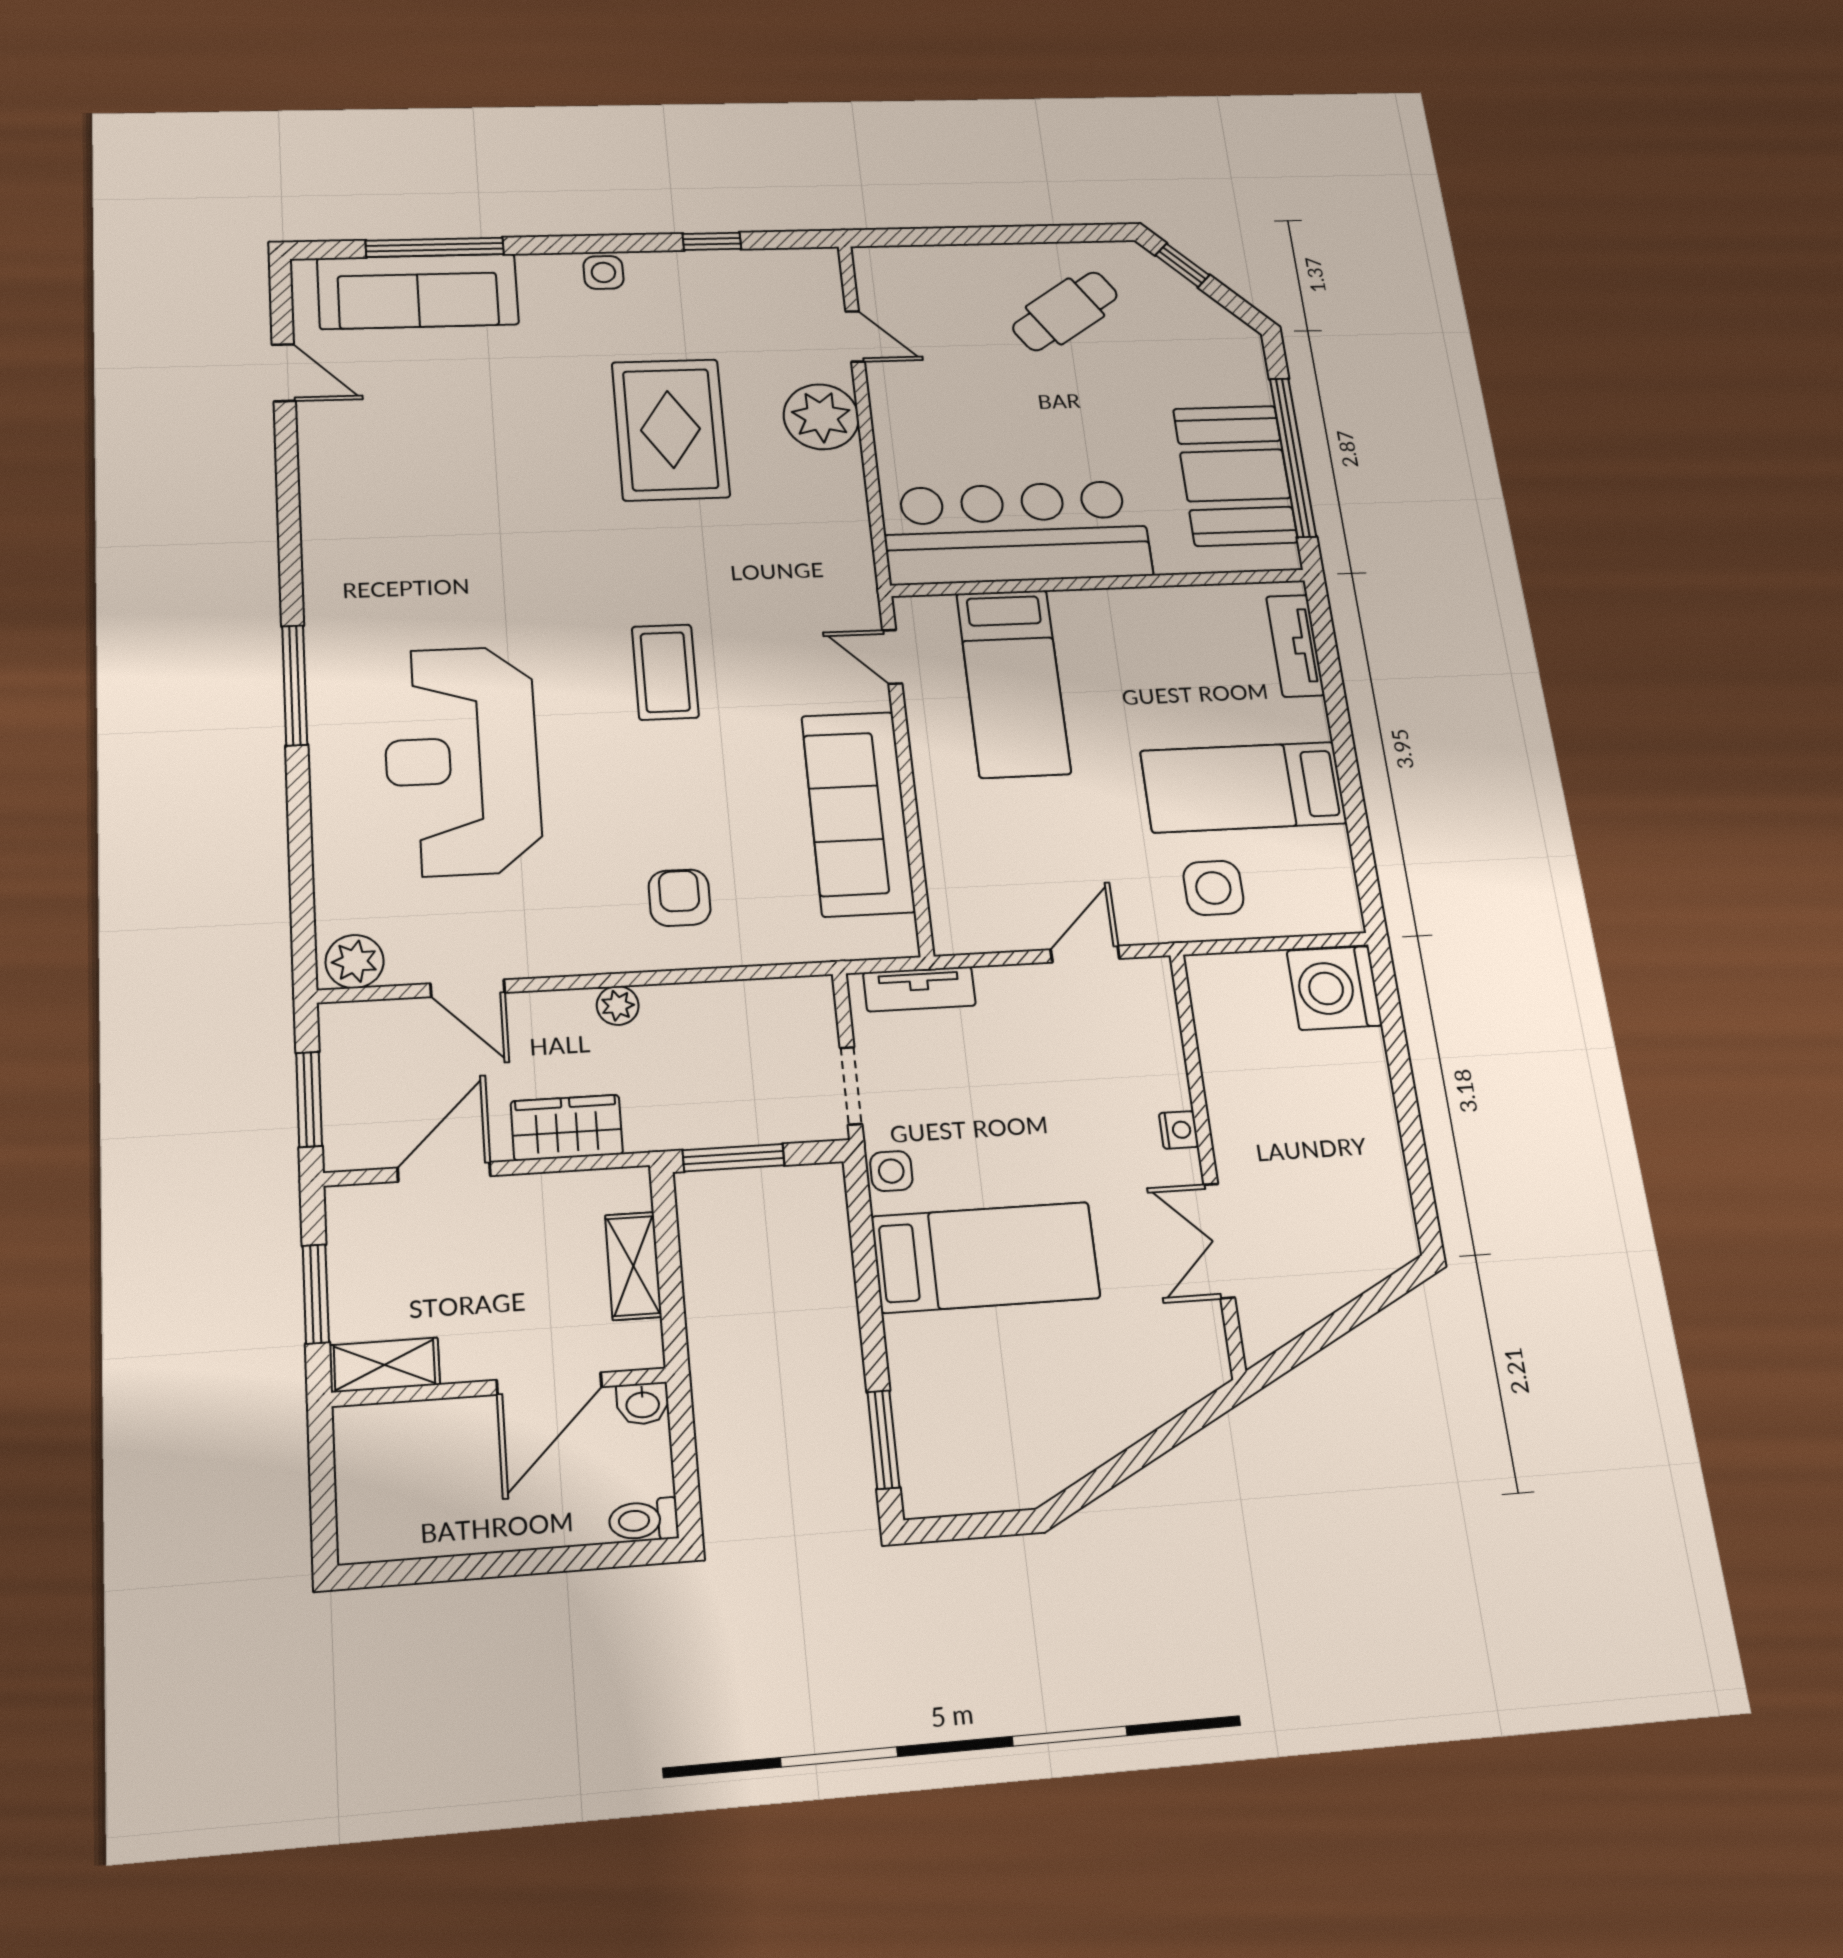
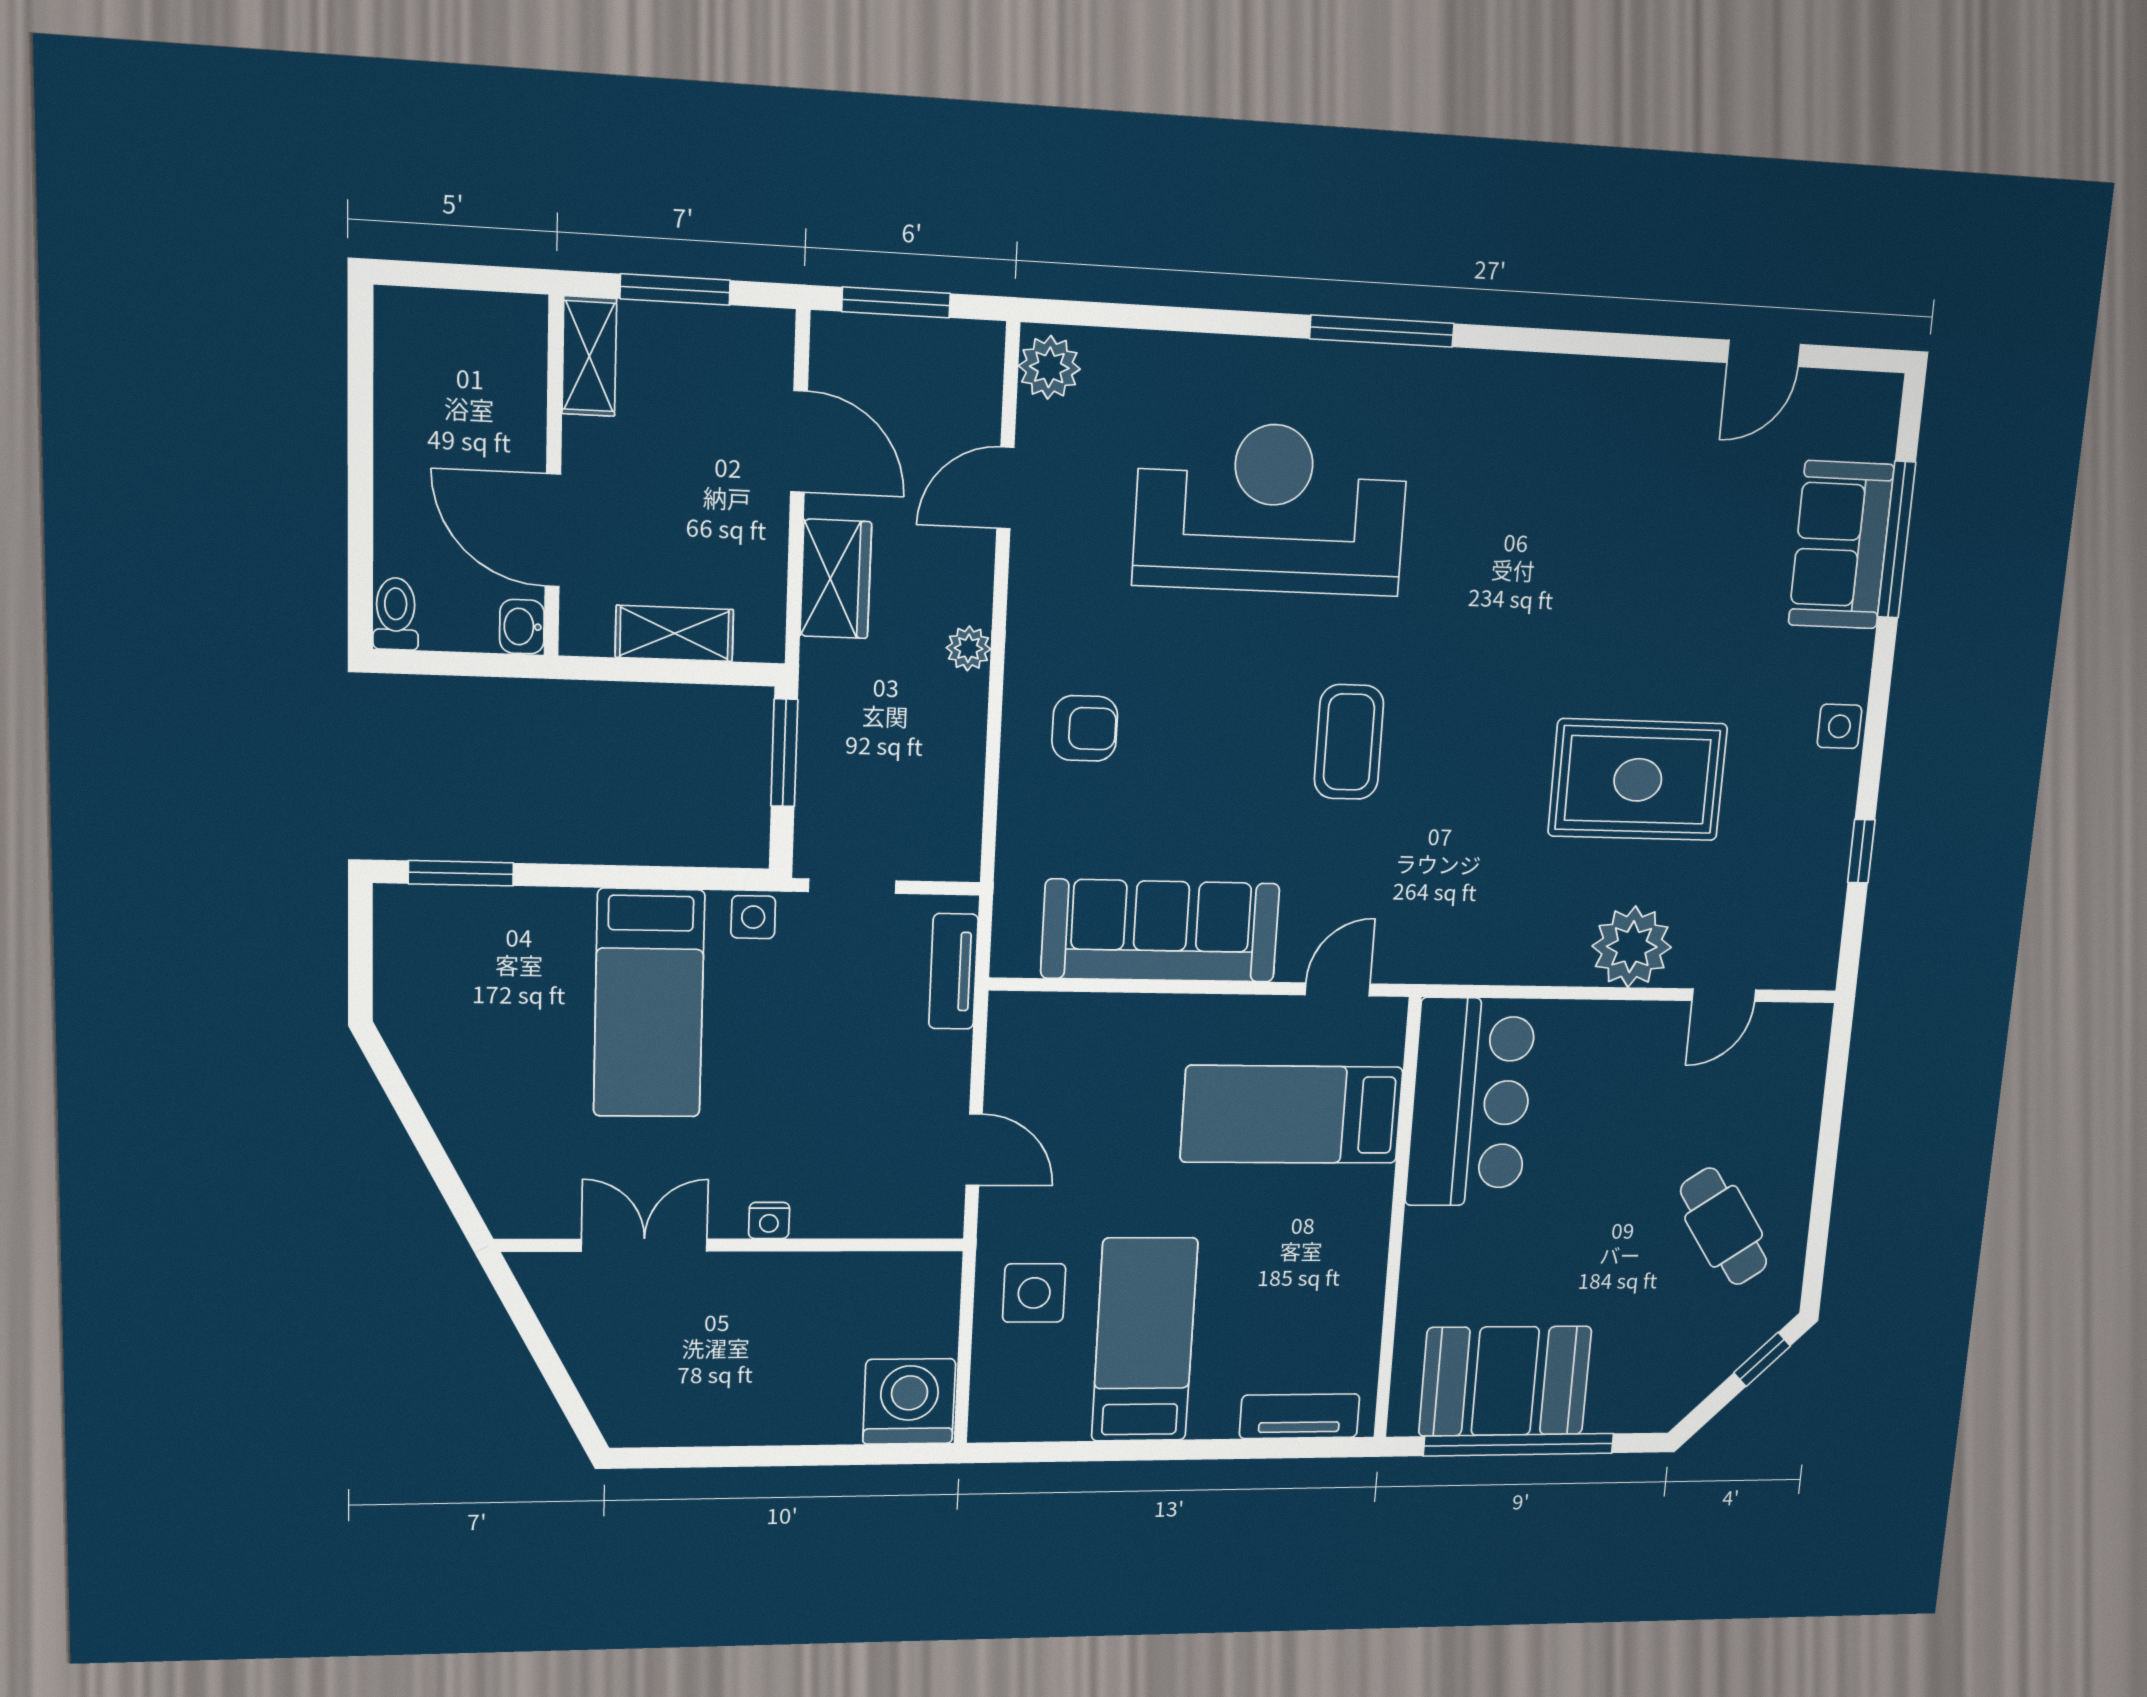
sofa: (418, 291) -> (1841, 545), width x0.73
bar counter: (1016, 532) -> (1471, 1102), width x0.73
coffee table: (665, 672) -> (1349, 742), turned 90

